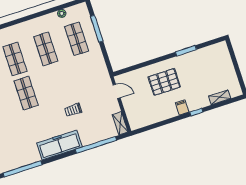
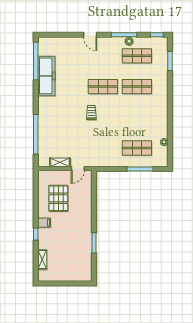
shop shelf: (46, 49) -> (137, 117), removed
pallet: (164, 82) -> (58, 198), moved
trolley: (73, 110) -> (91, 113), moved
shelving: (120, 123) -> (60, 162), moved
freezer: (59, 145) -> (46, 76), moved

